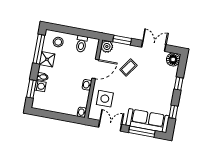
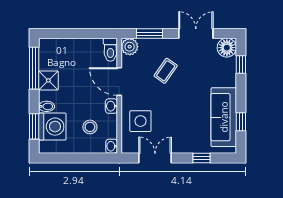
stool: (58, 42) -> (90, 127), moved
toilet: (81, 44) -> (110, 50), moved
door: (95, 69) -> (119, 81), swing flipped
window: (179, 84) -> (241, 64), moved
washing machine: (40, 86) -> (52, 127), width x1.89, depth x1.89
sofa: (148, 121) -> (224, 117), moved, turned -90
window: (142, 132) -> (202, 158), width x0.46

